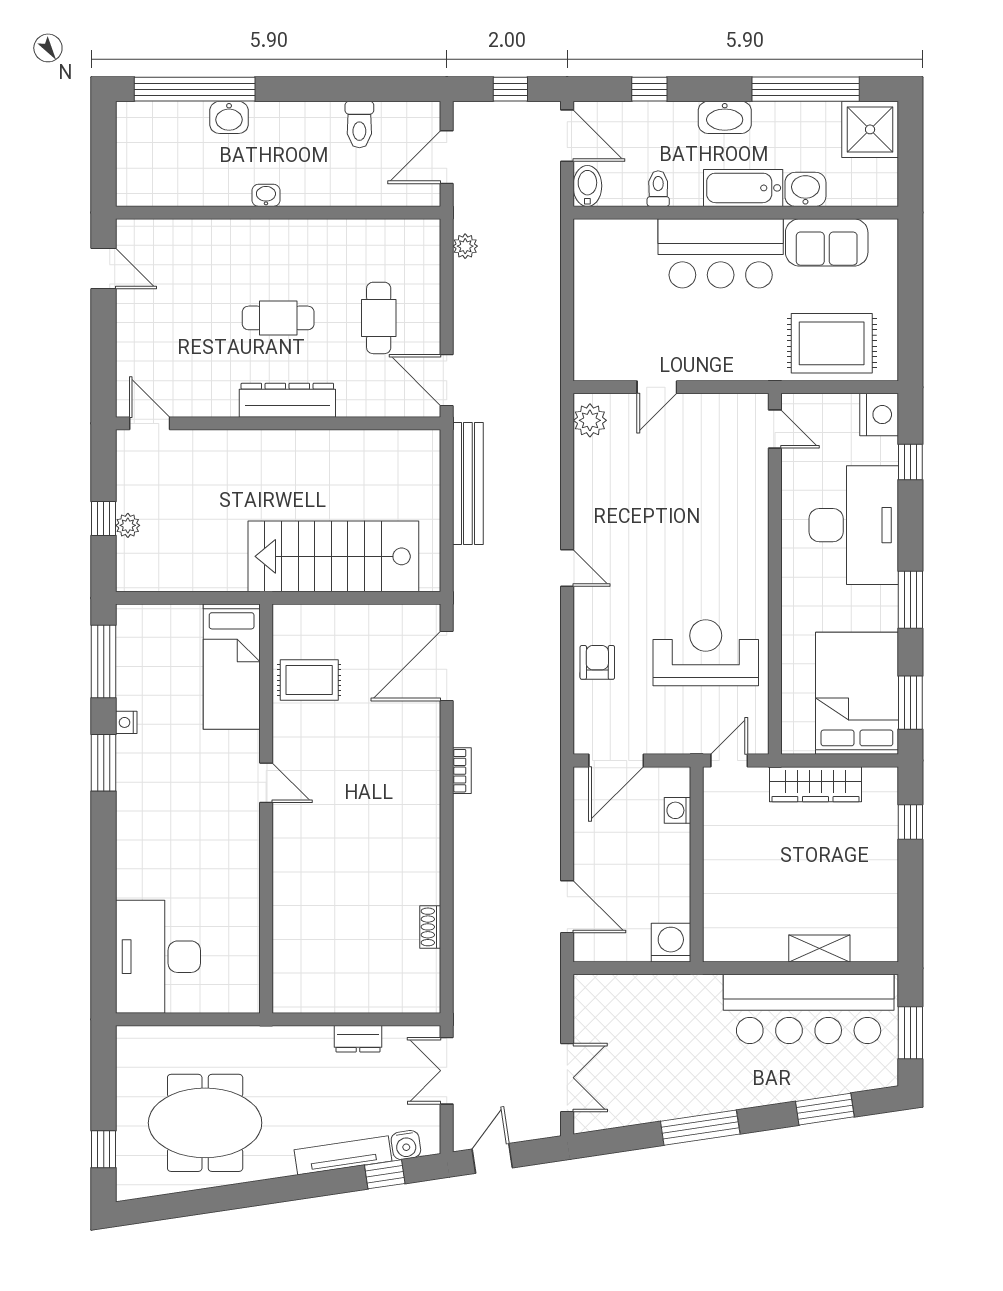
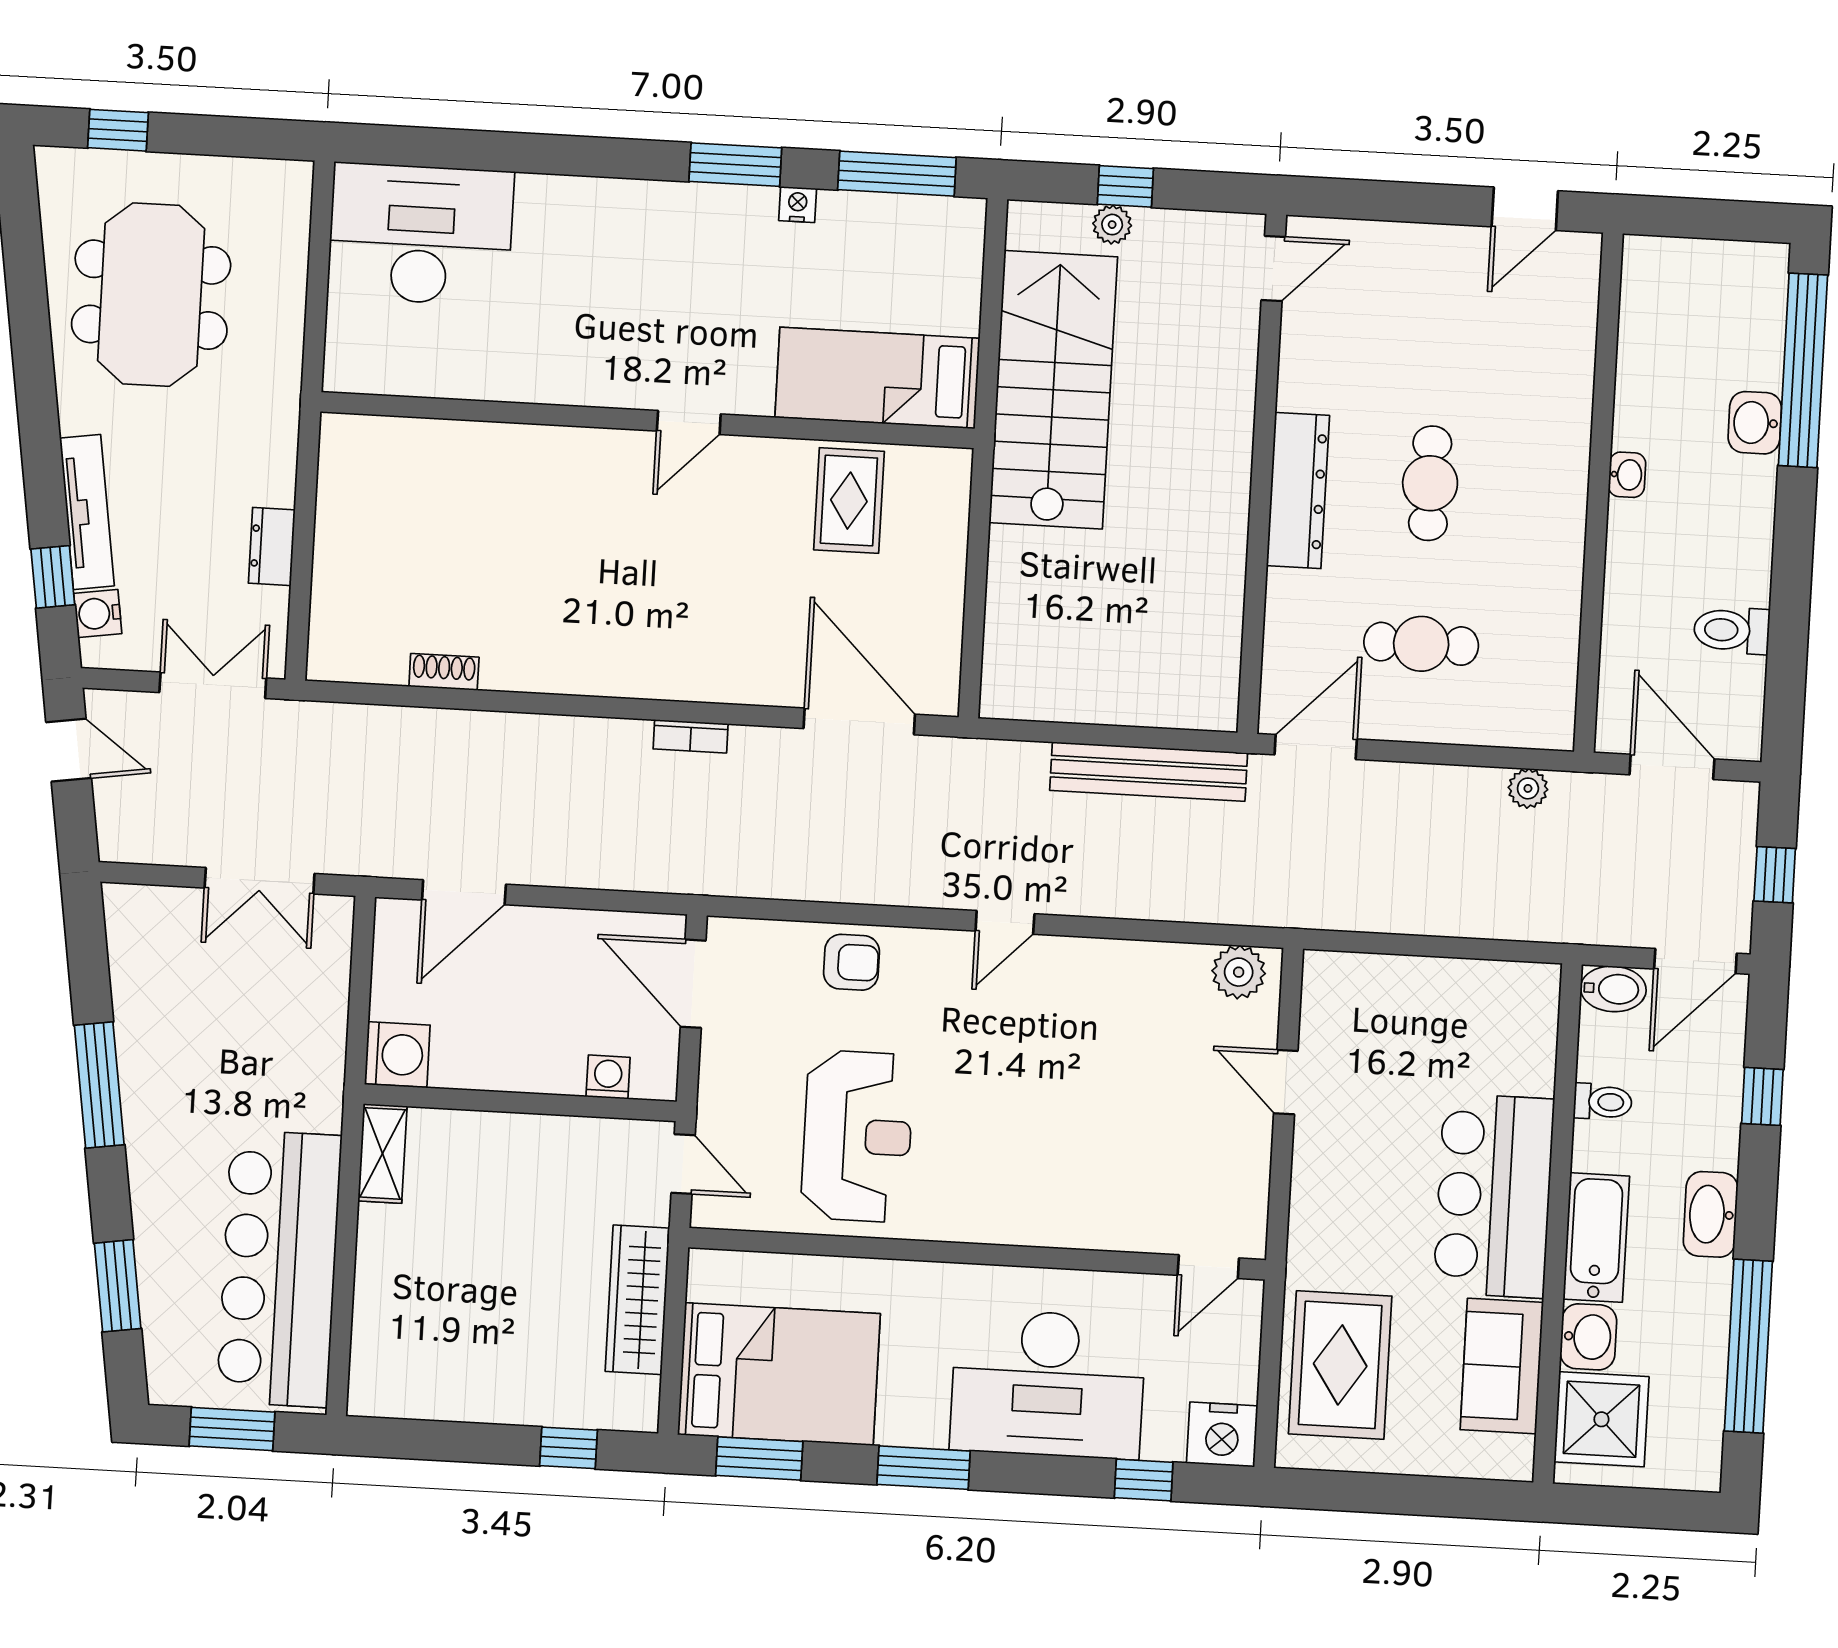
shower: (870, 129) -> (1601, 1419), moved
stairs: (333, 556) -> (1053, 390), moved
shelving: (819, 948) -> (382, 1153), moved
double door: (567, 1078) -> (260, 881), moved

